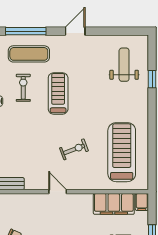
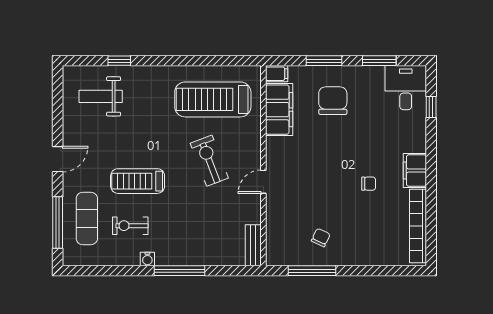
door: (75, 31) -> (58, 159), swing flipped
exercise bike: (74, 149) -> (209, 161), width x1.38, depth x1.39

